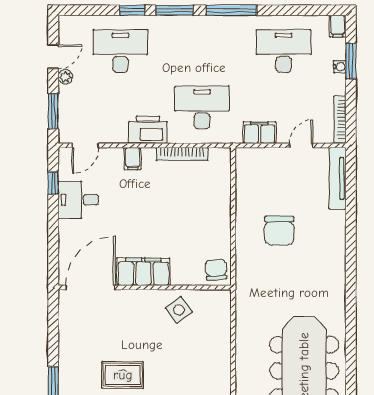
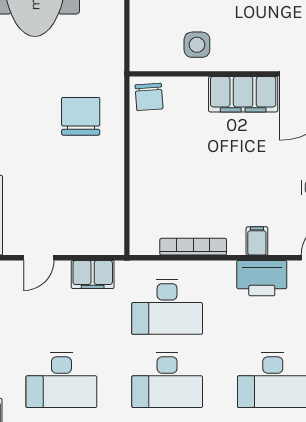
desk: (202, 51) -> (167, 380), added
printer: (148, 130) -> (262, 278), moved
chair: (279, 231) -> (81, 116), moved
side table: (179, 310) -> (197, 45), turned 37

